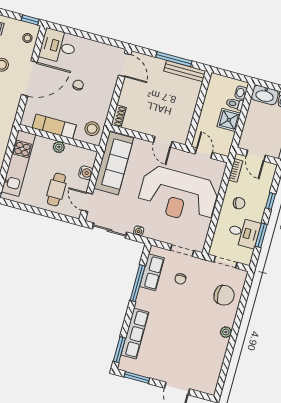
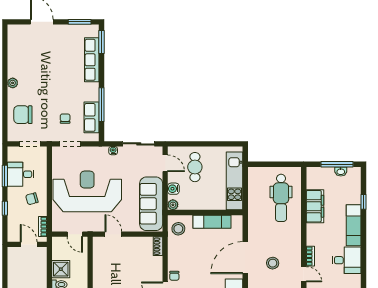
chair: (78, 85) -> (174, 276), moved
plant: (59, 147) -> (173, 205), moved

